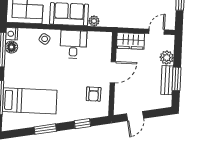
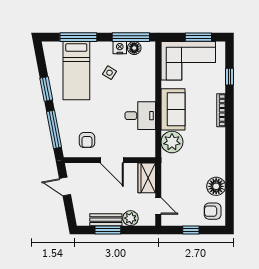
plant: (94, 21) -> (172, 142), width x1.88, depth x1.88
nightstand: (12, 34) -> (120, 48), moved
side table: (45, 39) -> (109, 73), moved
armchair: (94, 94) -> (87, 140), turned -90
window: (82, 124) -> (54, 129), width x2.17

